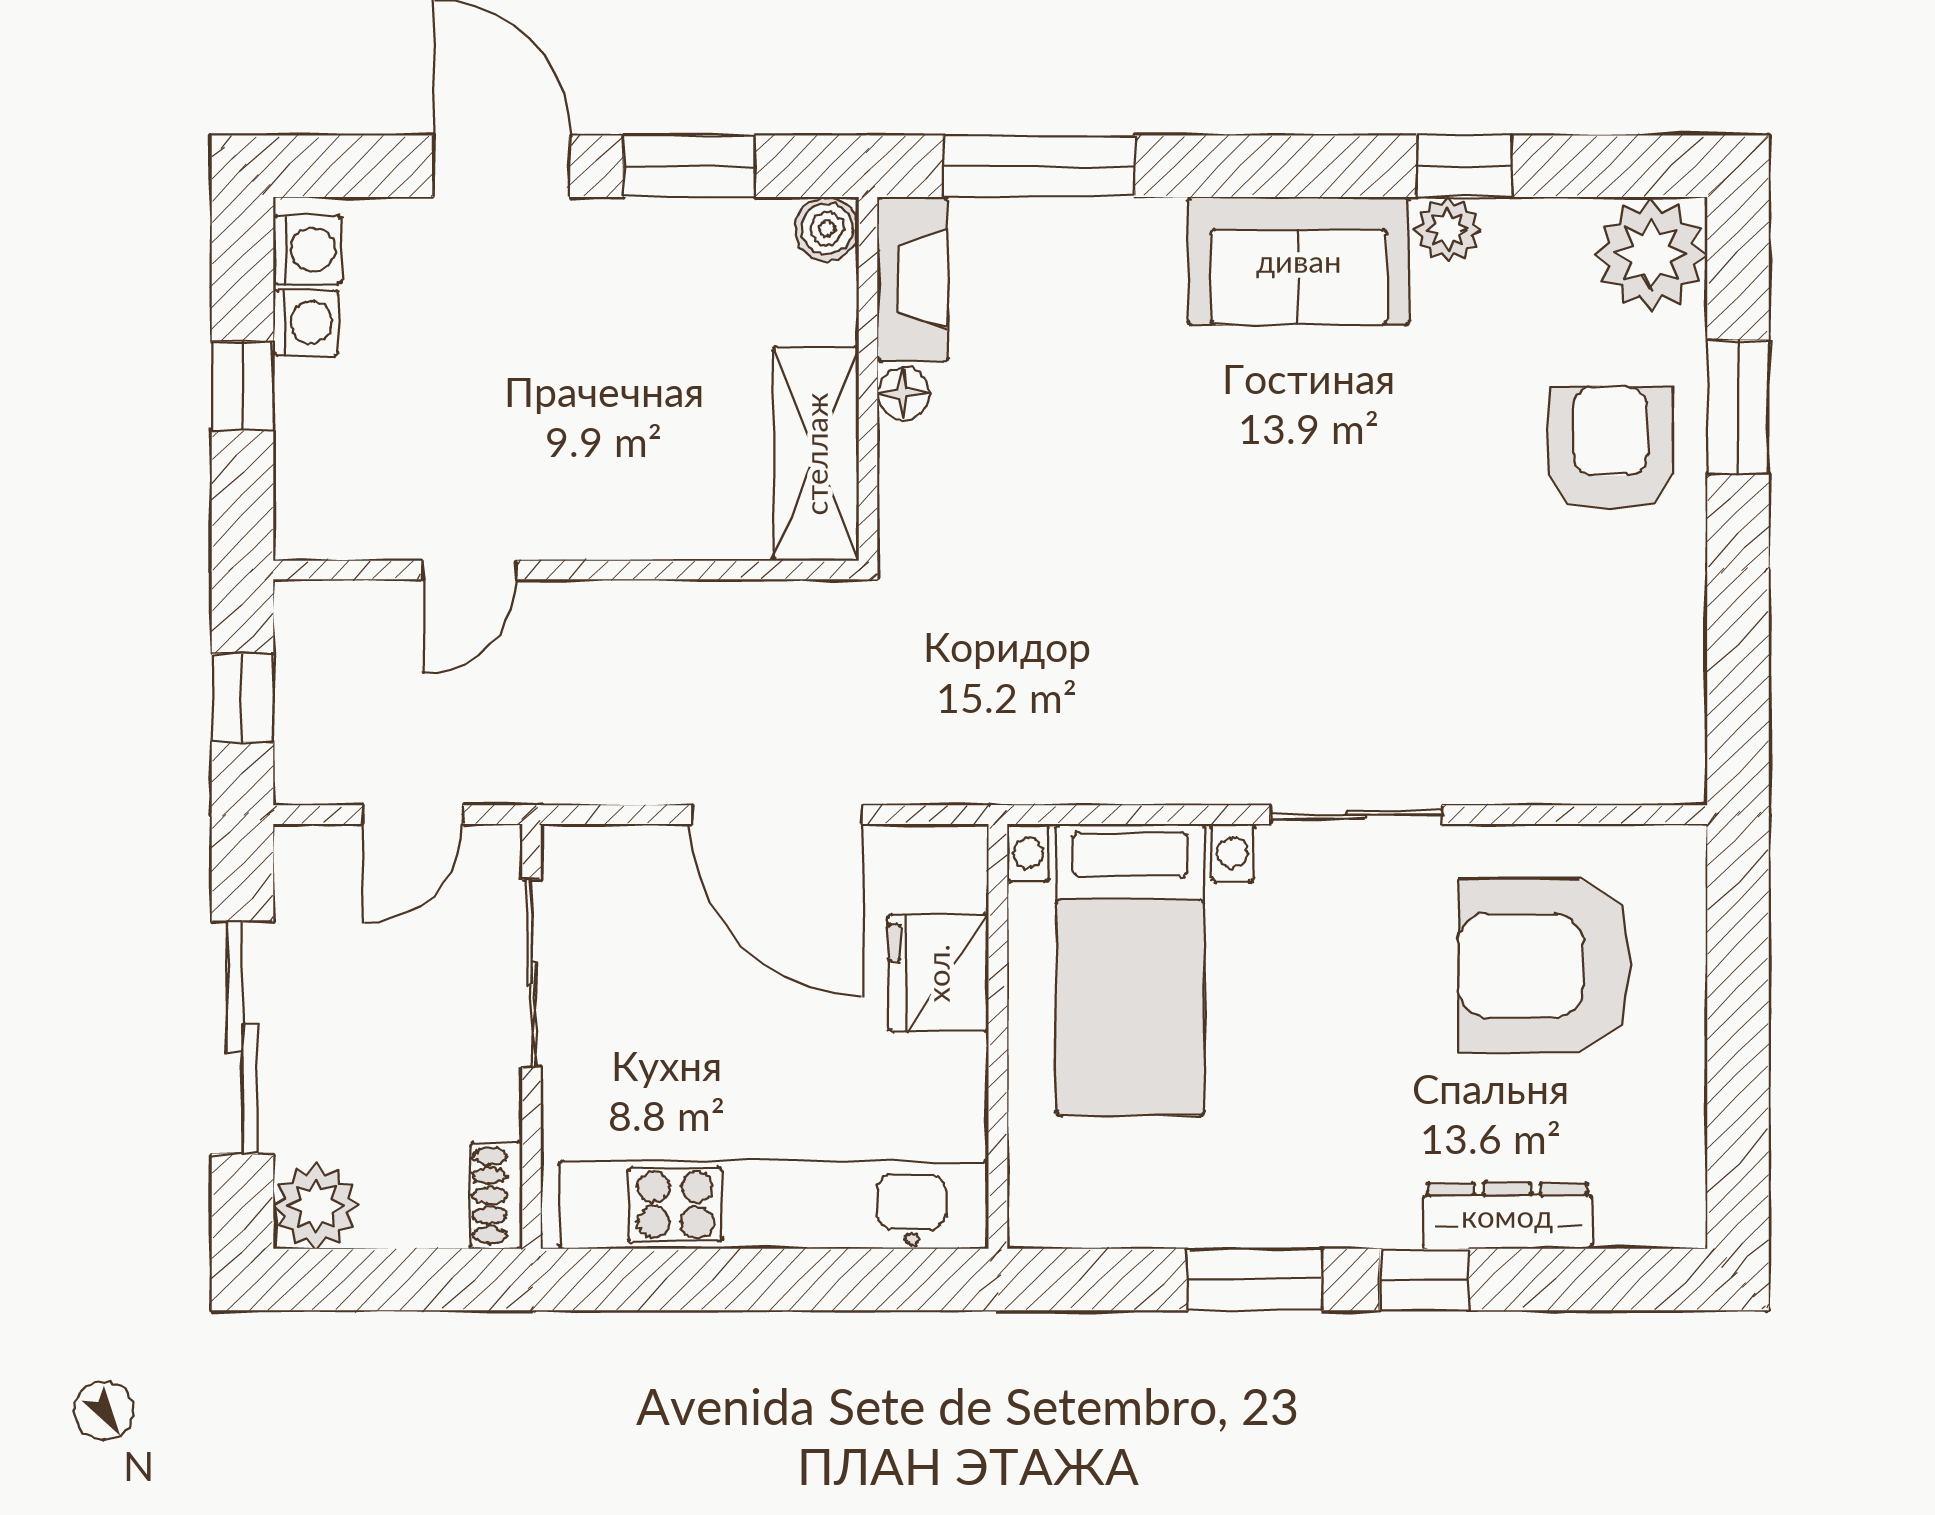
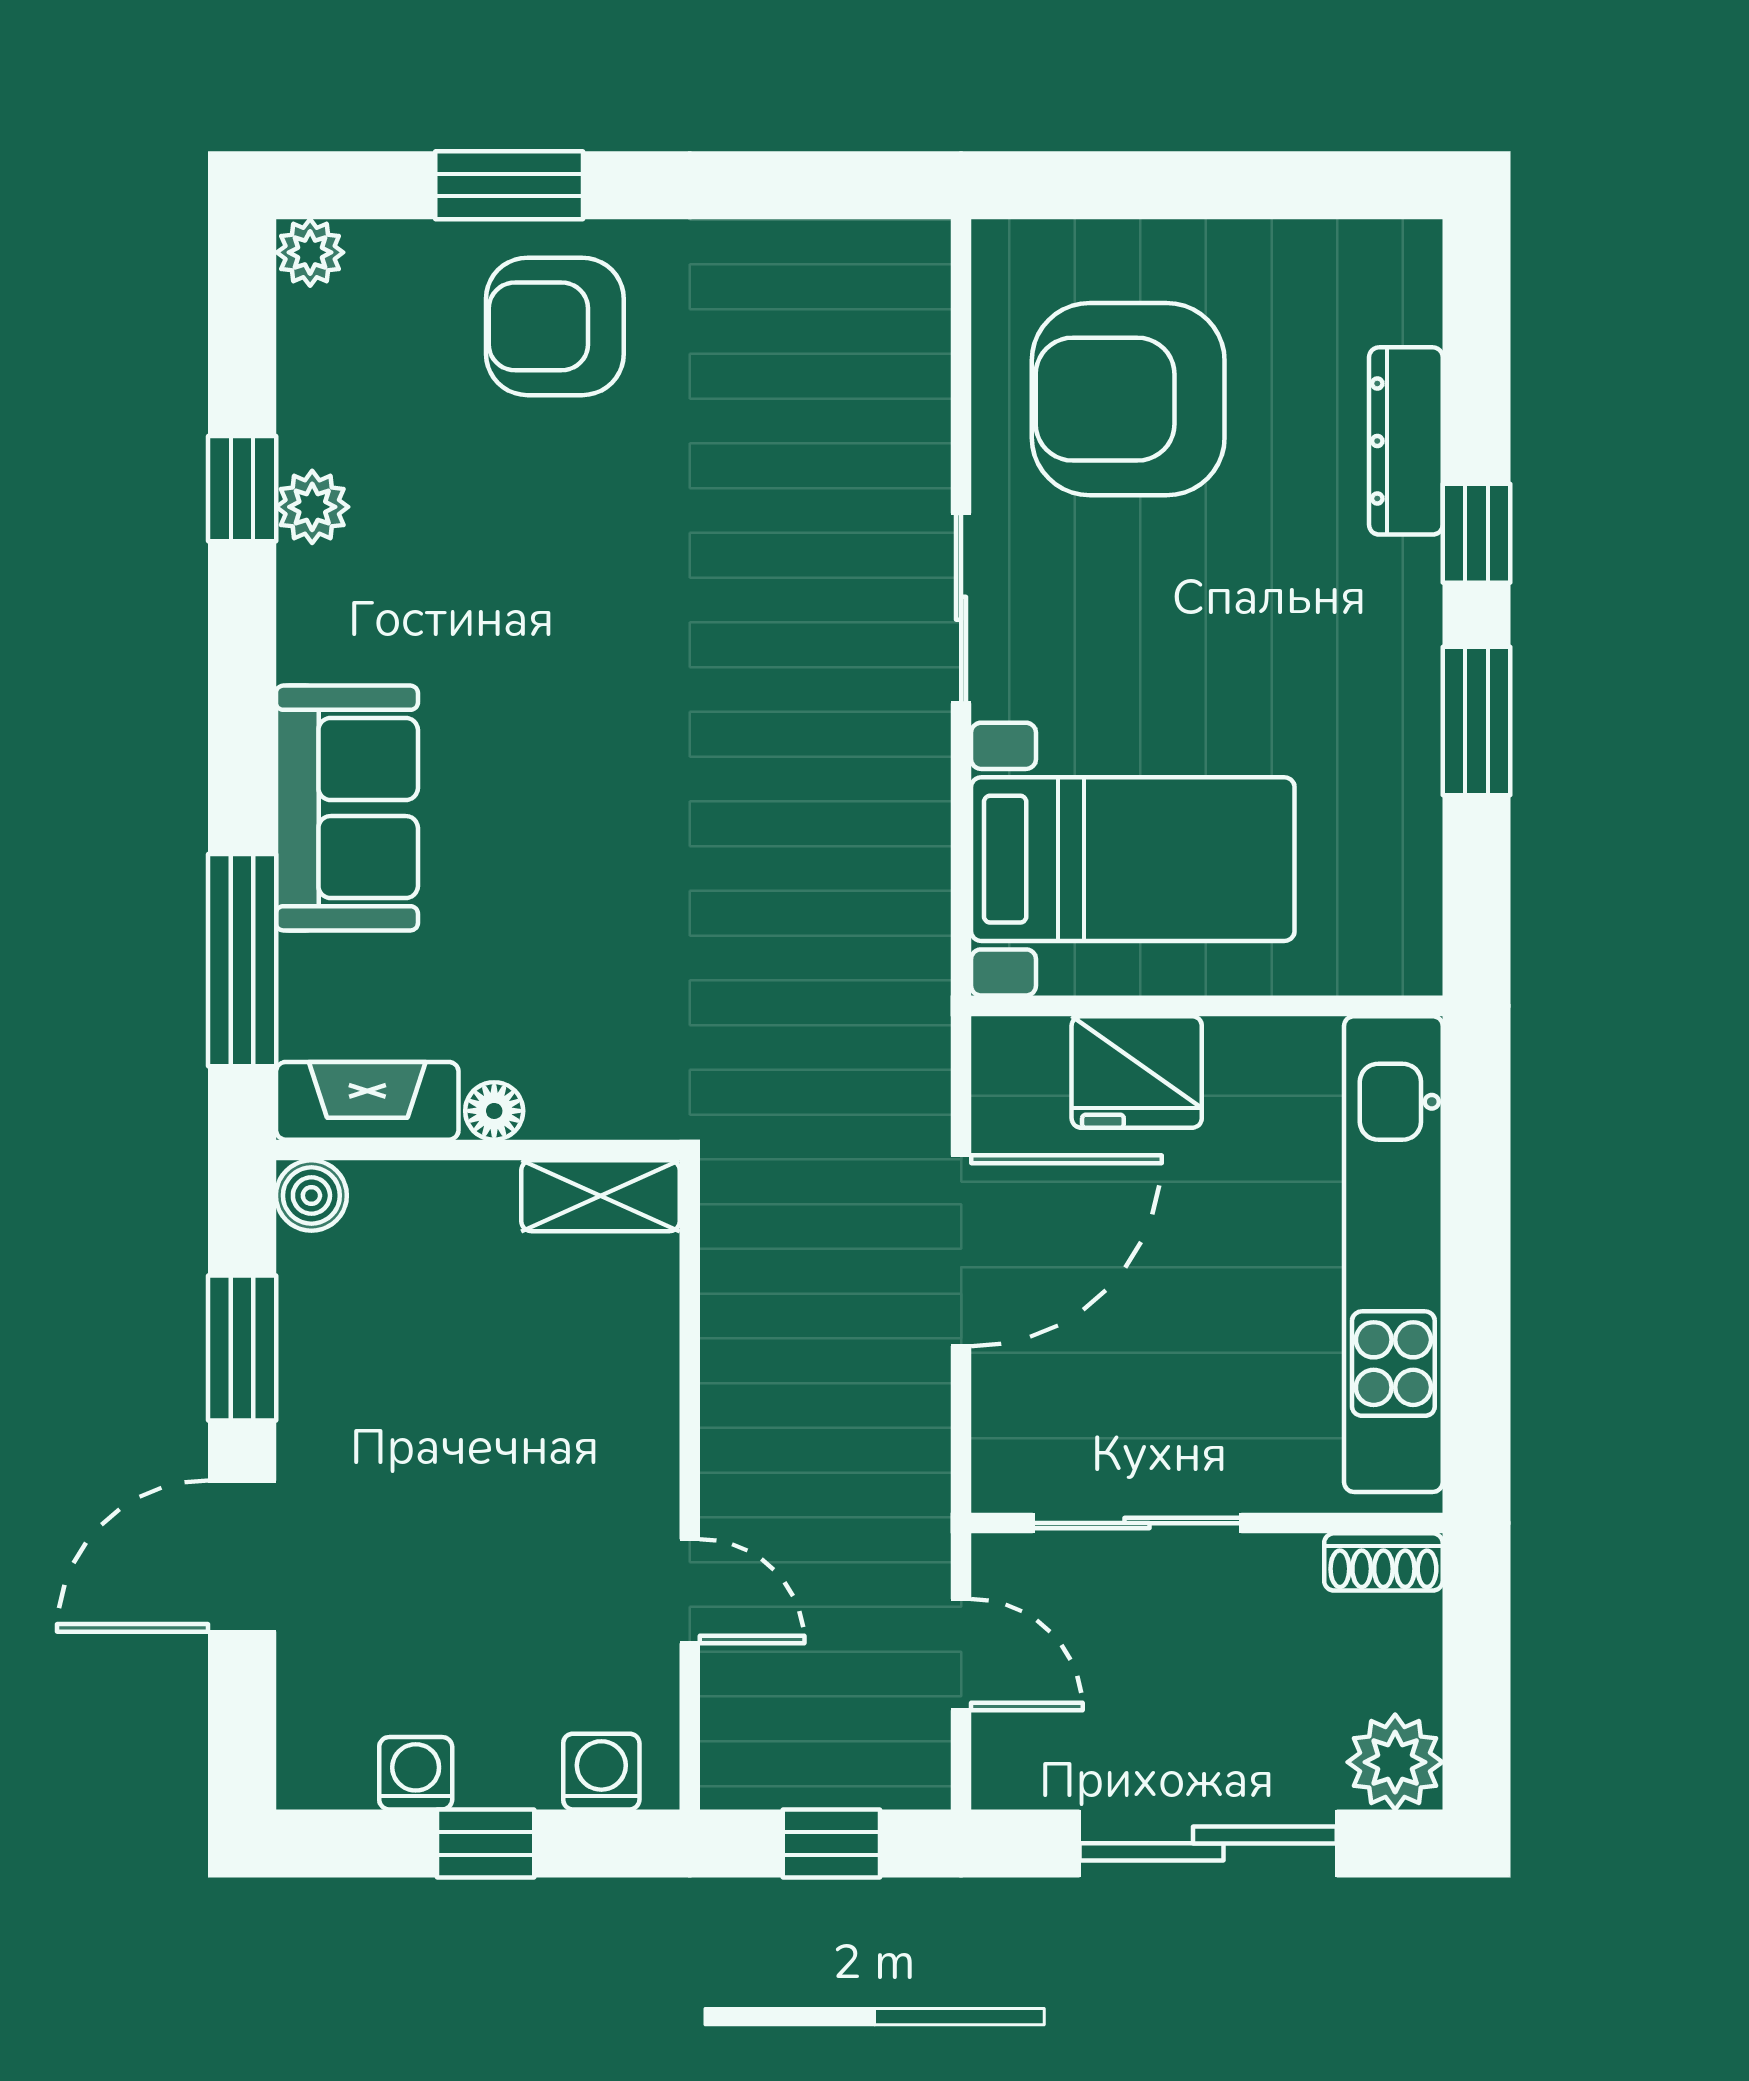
washing machine: (307, 250) -> (601, 1772), moved
plant: (1651, 254) -> (310, 252), width x0.53, depth x0.53
sofa: (1299, 261) -> (347, 808), moved
shelving: (816, 454) -> (601, 1196), width x0.67, depth x0.75
armchair: (1545, 965) -> (1128, 399), turned 90

